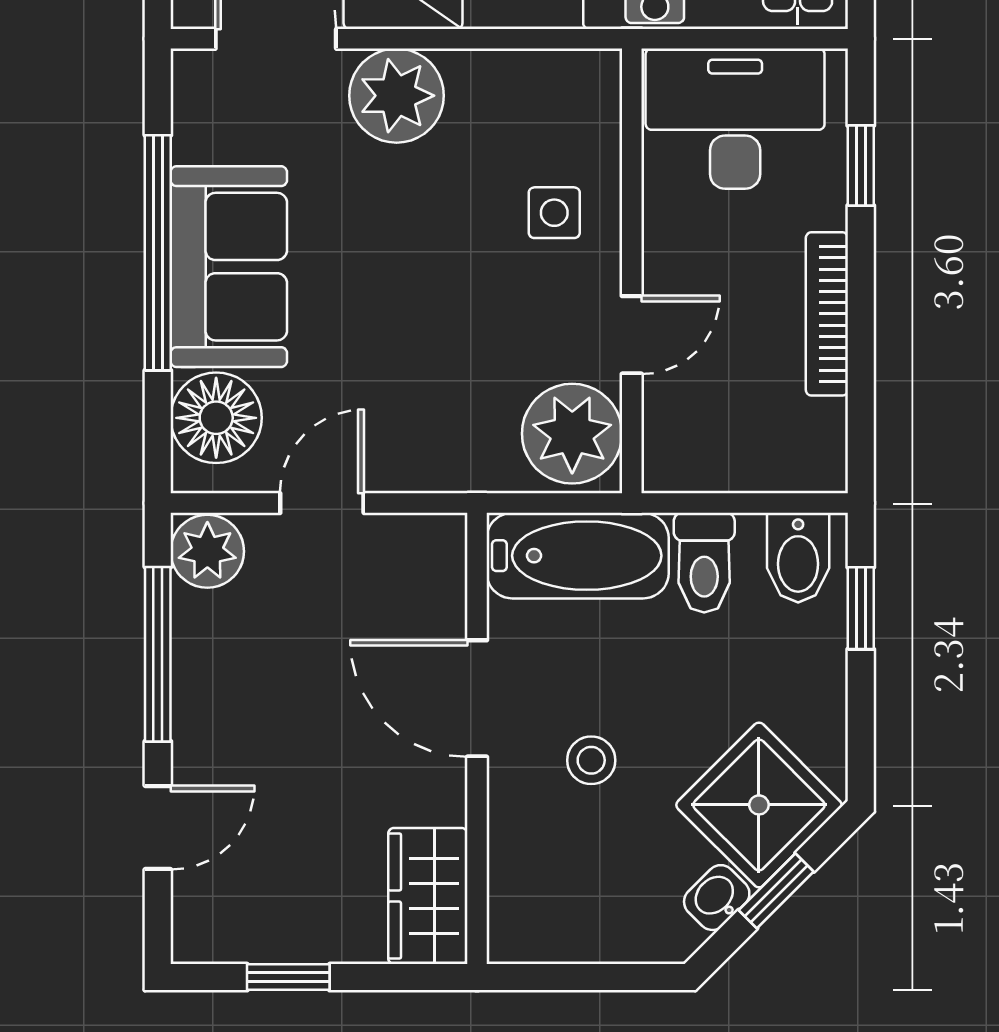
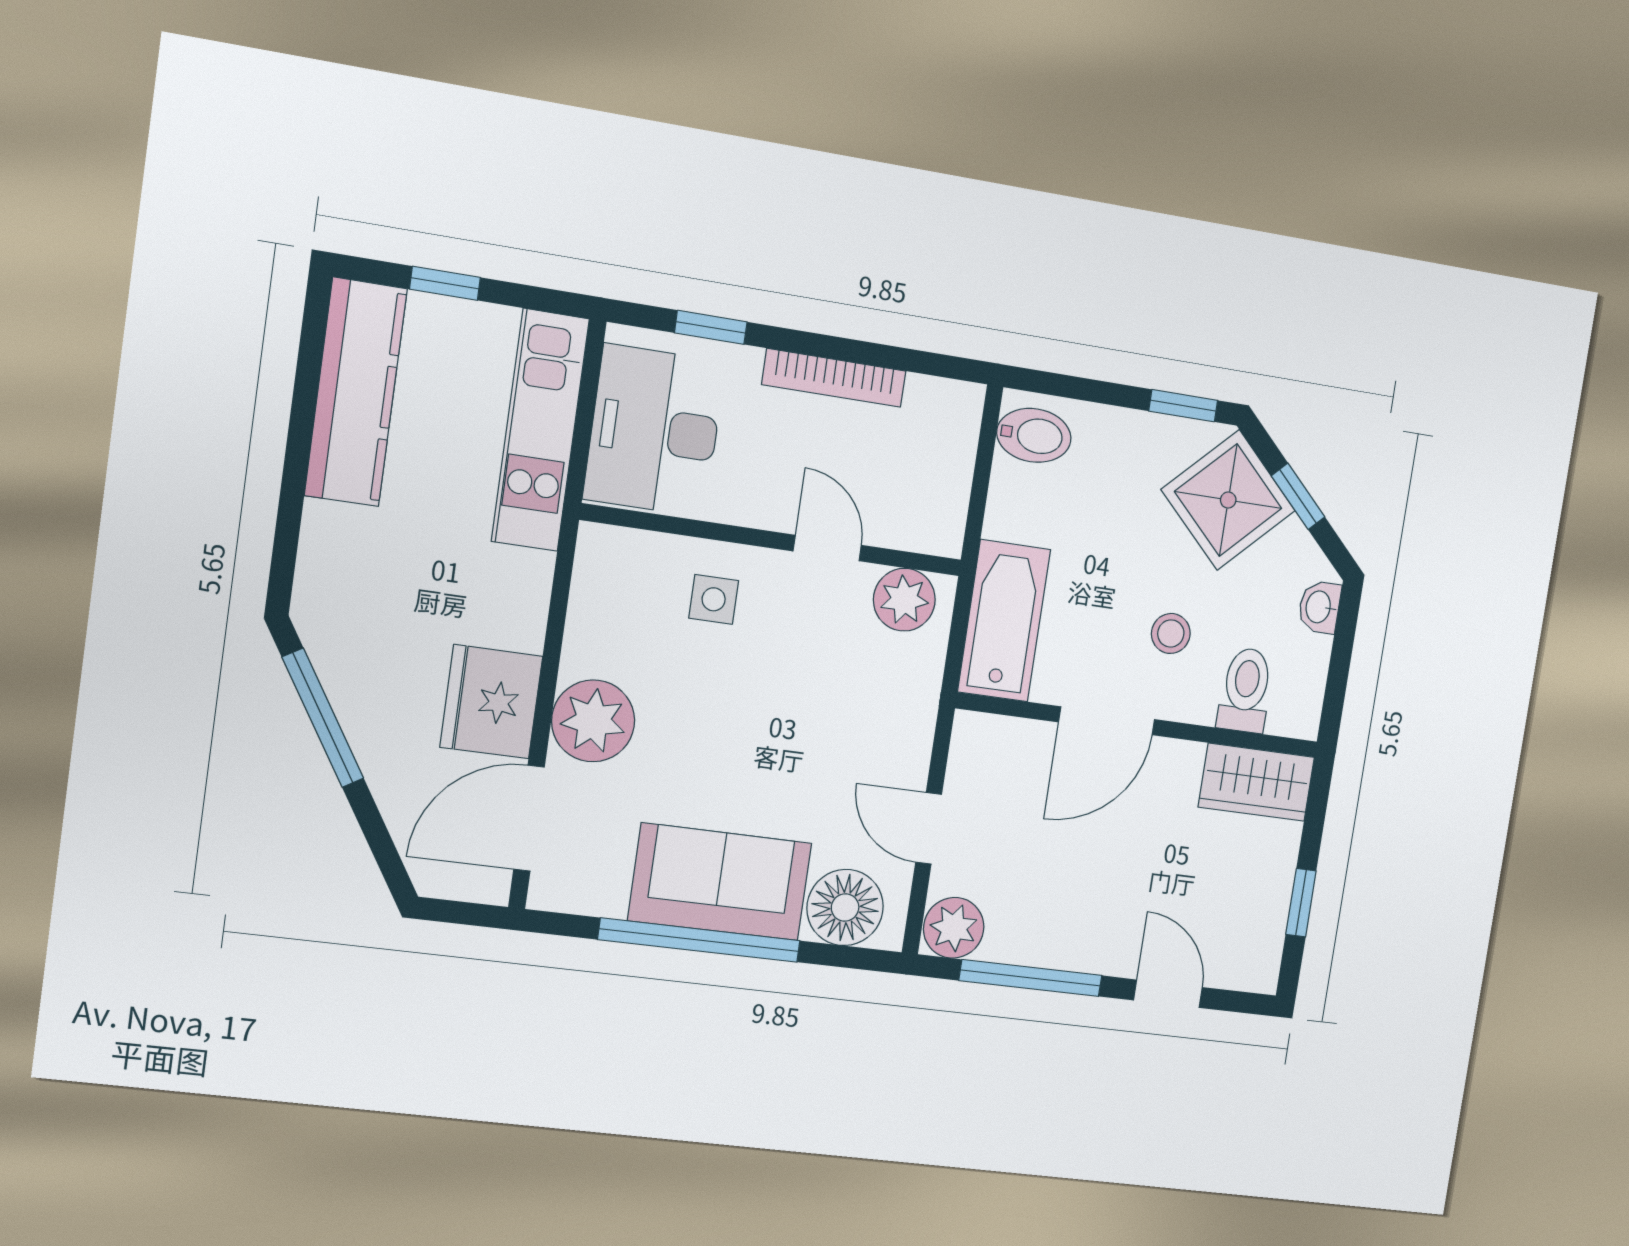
plant: (572, 434) -> (904, 600), width x0.73, depth x0.73
toilet: (704, 563) -> (1246, 690), moved, turned -90
window: (861, 608) -> (1183, 406), moved
washbasin: (717, 898) -> (1319, 607), moved, turned 45

